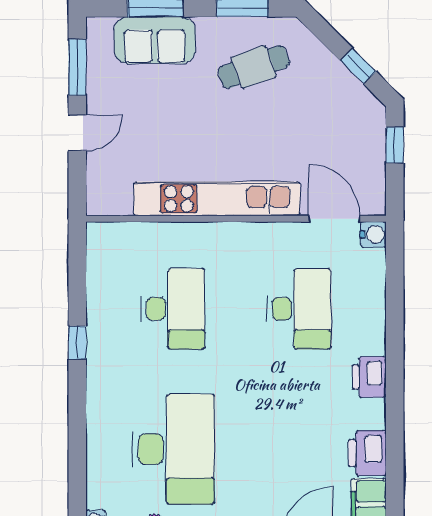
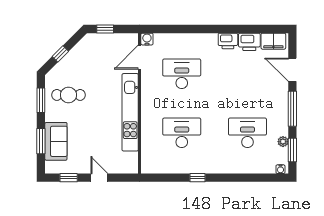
window: (358, 66) -> (60, 54), moved
window: (77, 67) -> (69, 178), width x0.67
cafe table: (254, 67) -> (68, 95), turned -70
printer: (369, 377) -> (228, 41), moved
desk: (173, 449) -> (247, 133), width x0.73, depth x0.77

